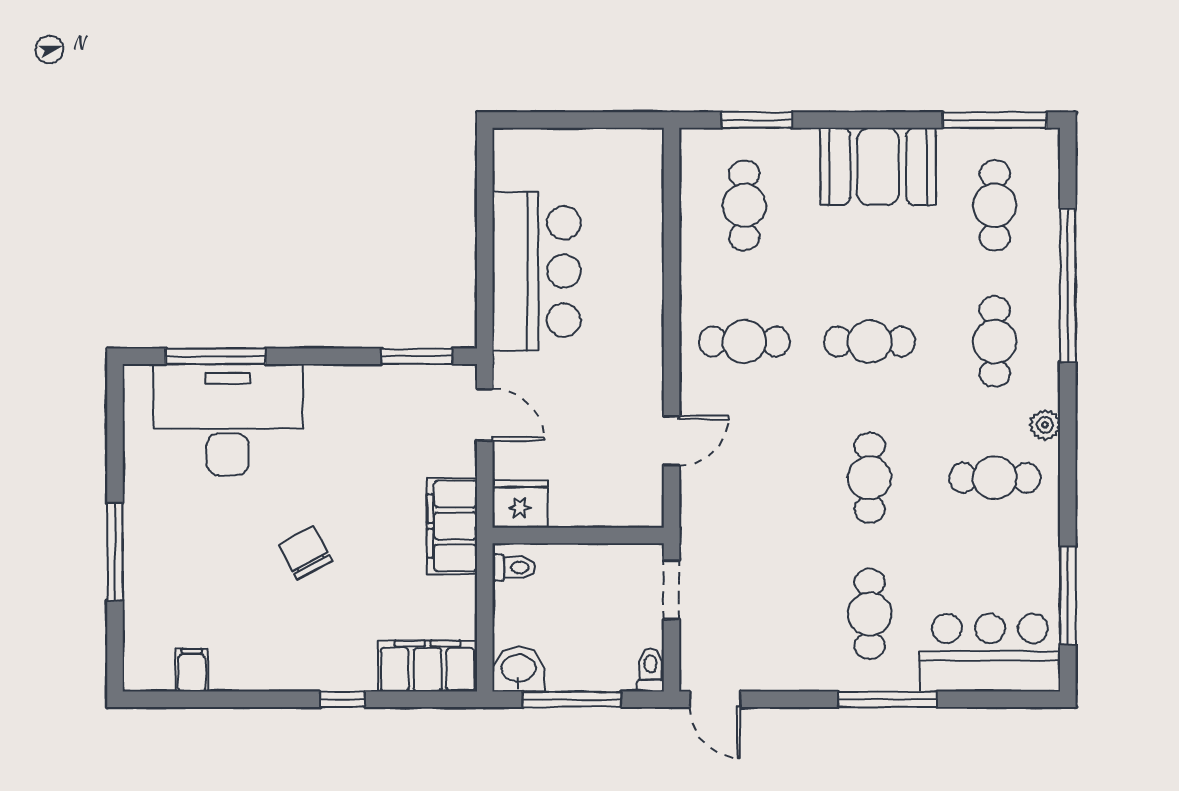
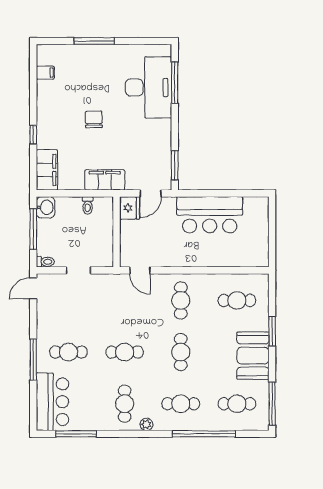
window: (757, 120) -> (272, 331), moved
fridge: (520, 504) -> (129, 208), moved
wall: (578, 535) -> (117, 232), moved
chair: (305, 553) -> (94, 119), turned -63

